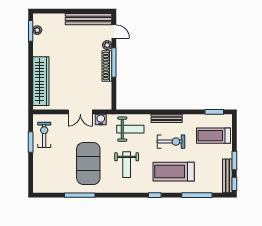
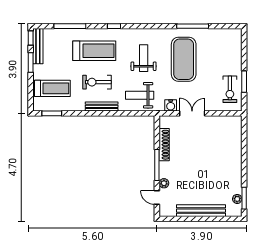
bench: (88, 19) -> (201, 211), moved
shoe rack: (107, 66) -> (164, 145), moved
wardrobe: (41, 81) -> (233, 146), removed

